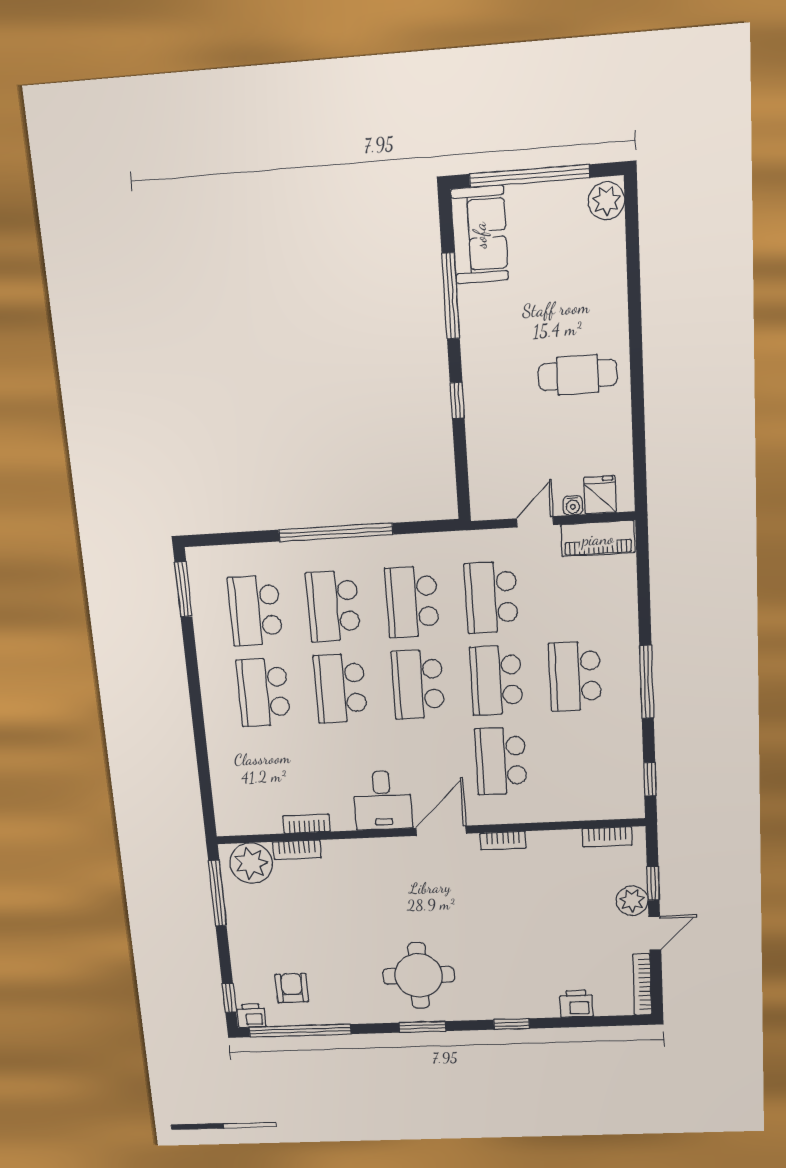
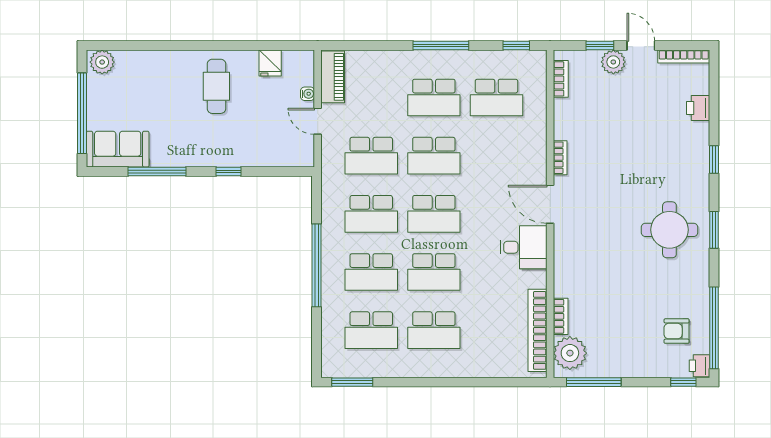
fridge: (600, 495) -> (270, 63), moved, turned -90
school desk: (501, 761) -> (496, 97), moved
bookcase: (306, 824) -> (537, 330), width x2.31, depth x1.31

